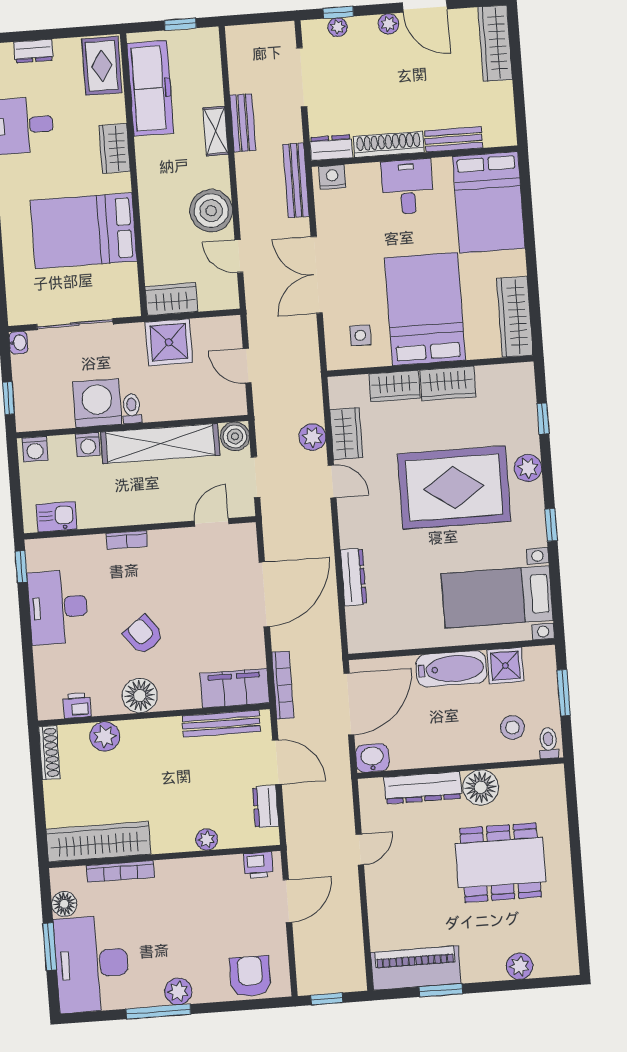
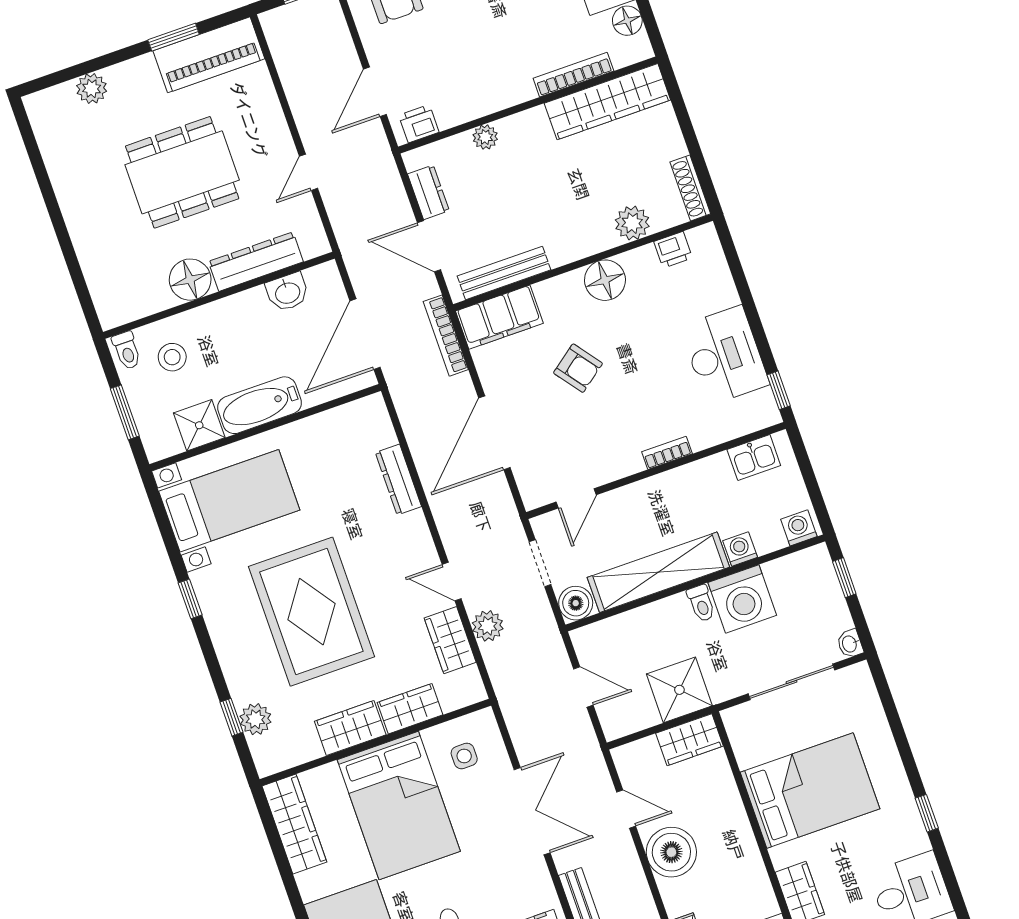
plant: (528, 468) -> (256, 719), moved
rug: (454, 488) -> (311, 612), turned 90
armchair: (143, 635) -> (578, 368), moved
washbasin: (372, 758) -> (287, 292), moved
dining table: (501, 863) -> (182, 172), moved

